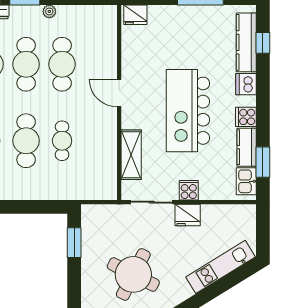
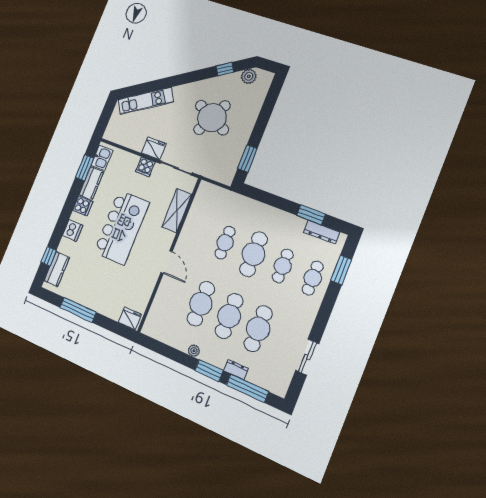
kitchen counter: (246, 42) -> (57, 269), width x0.67

